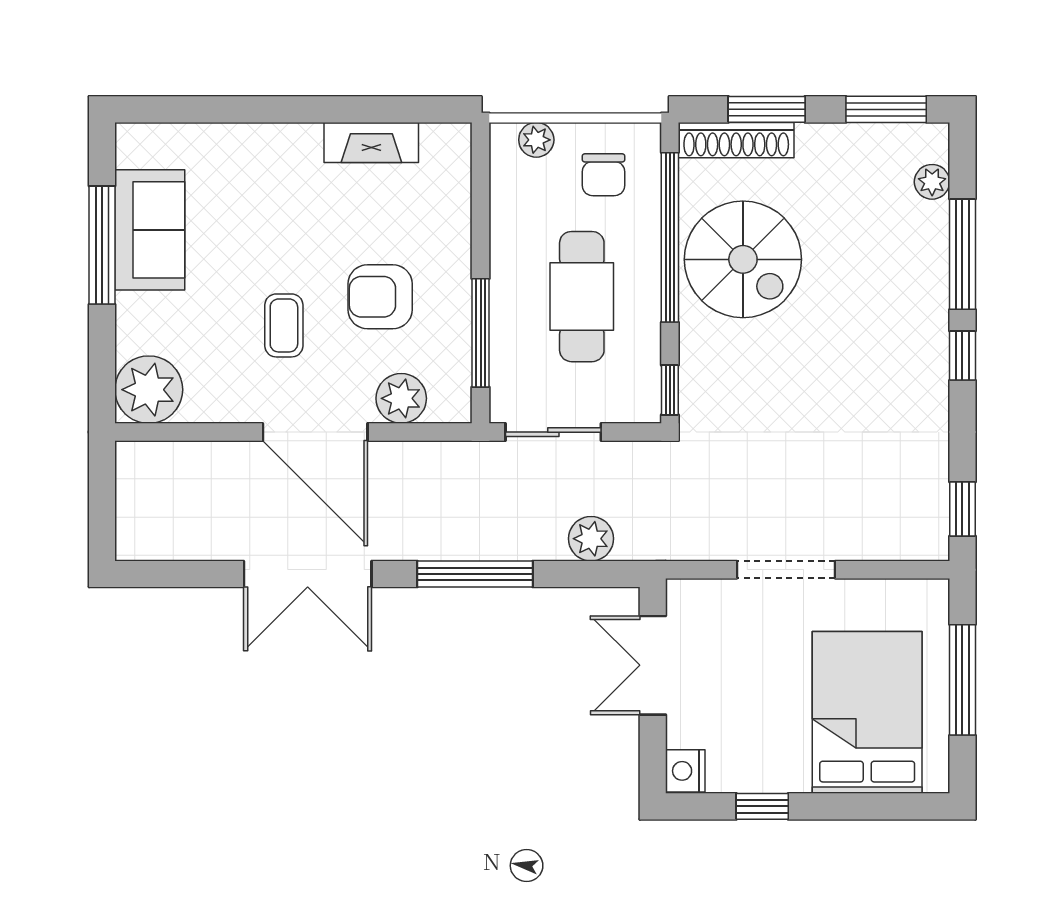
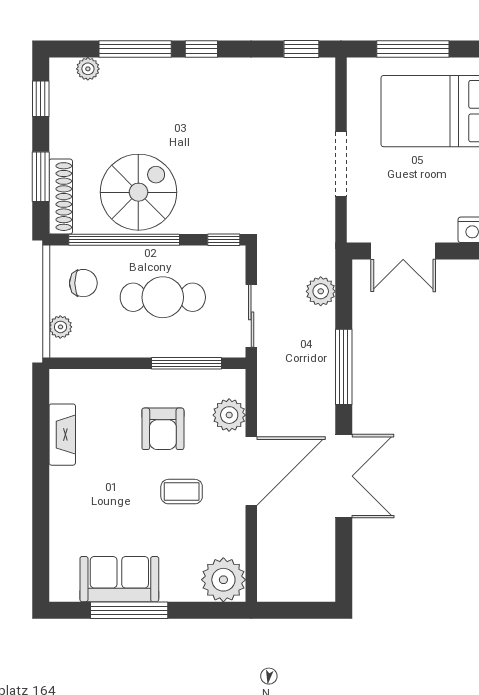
window: (886, 109) -> (41, 99), width x0.67

